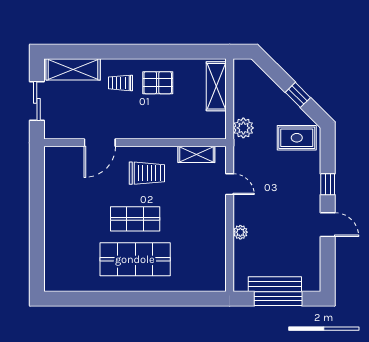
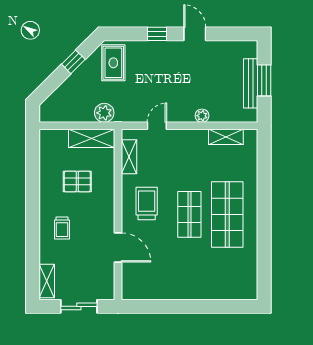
shelving: (73, 69) -> (47, 281), width x0.67, depth x0.75
pallet: (158, 83) -> (77, 181), moved, turned 90
shelving: (216, 86) -> (92, 138), moved
door: (328, 225) -> (195, 34), hinge flipped
shelving: (218, 258) -> (226, 137), added
window: (278, 299) -> (264, 80), width x0.69

